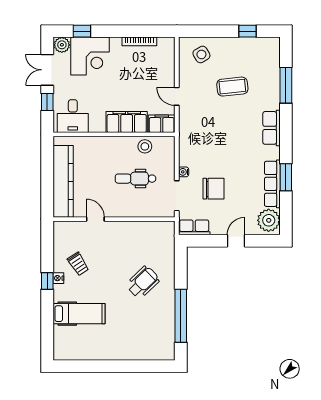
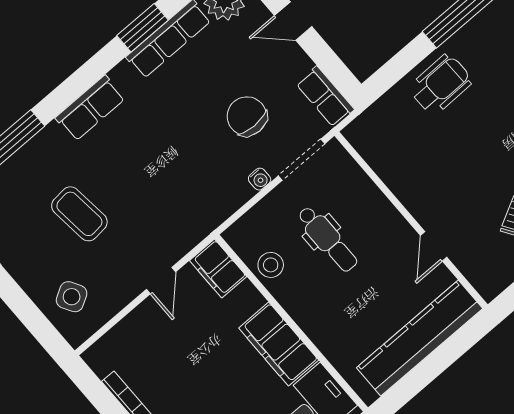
filing cabinet: (127, 122) -> (279, 344), moved
wheelchair: (143, 282) -> (441, 85), moved, turned 133

